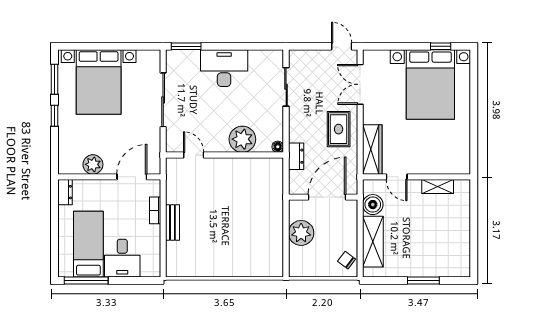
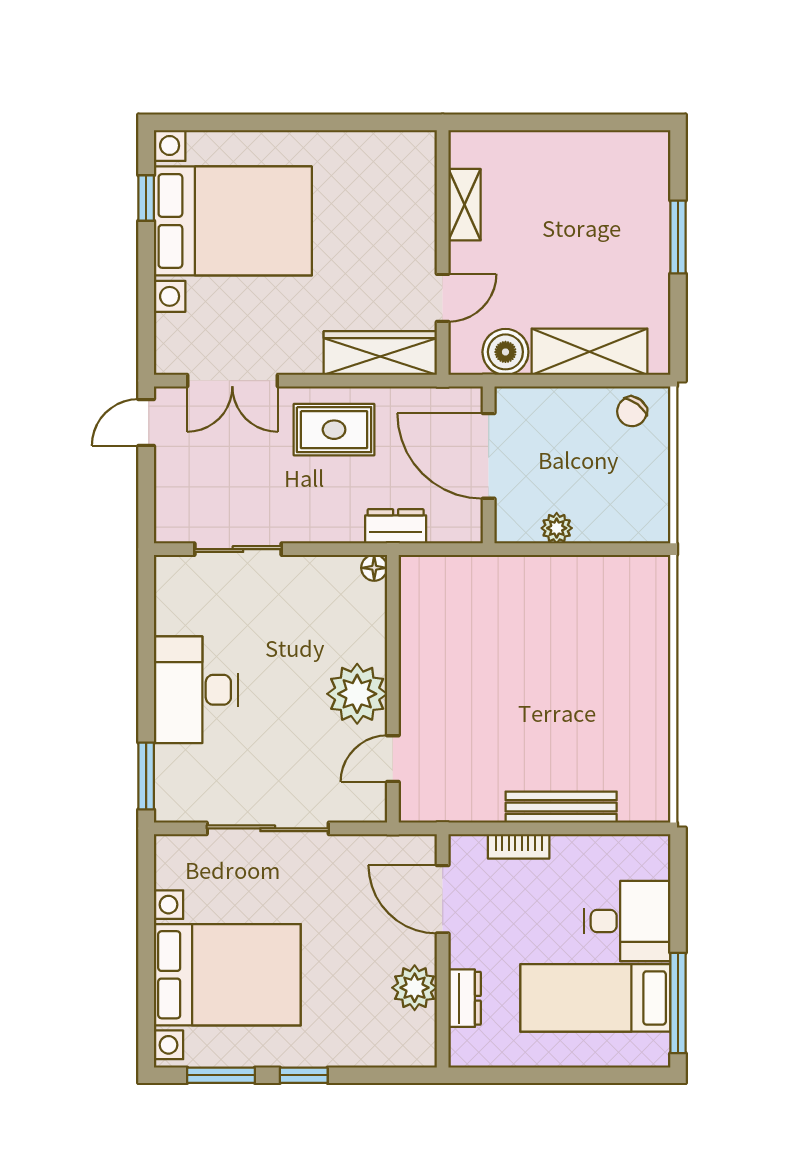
plant: (242, 139) -> (357, 694), moved
dresser: (65, 192) -> (465, 998), moved, turned 90
bench: (172, 223) -> (561, 807), width x1.36
plant: (301, 233) -> (557, 528), width x0.53, depth x0.53

